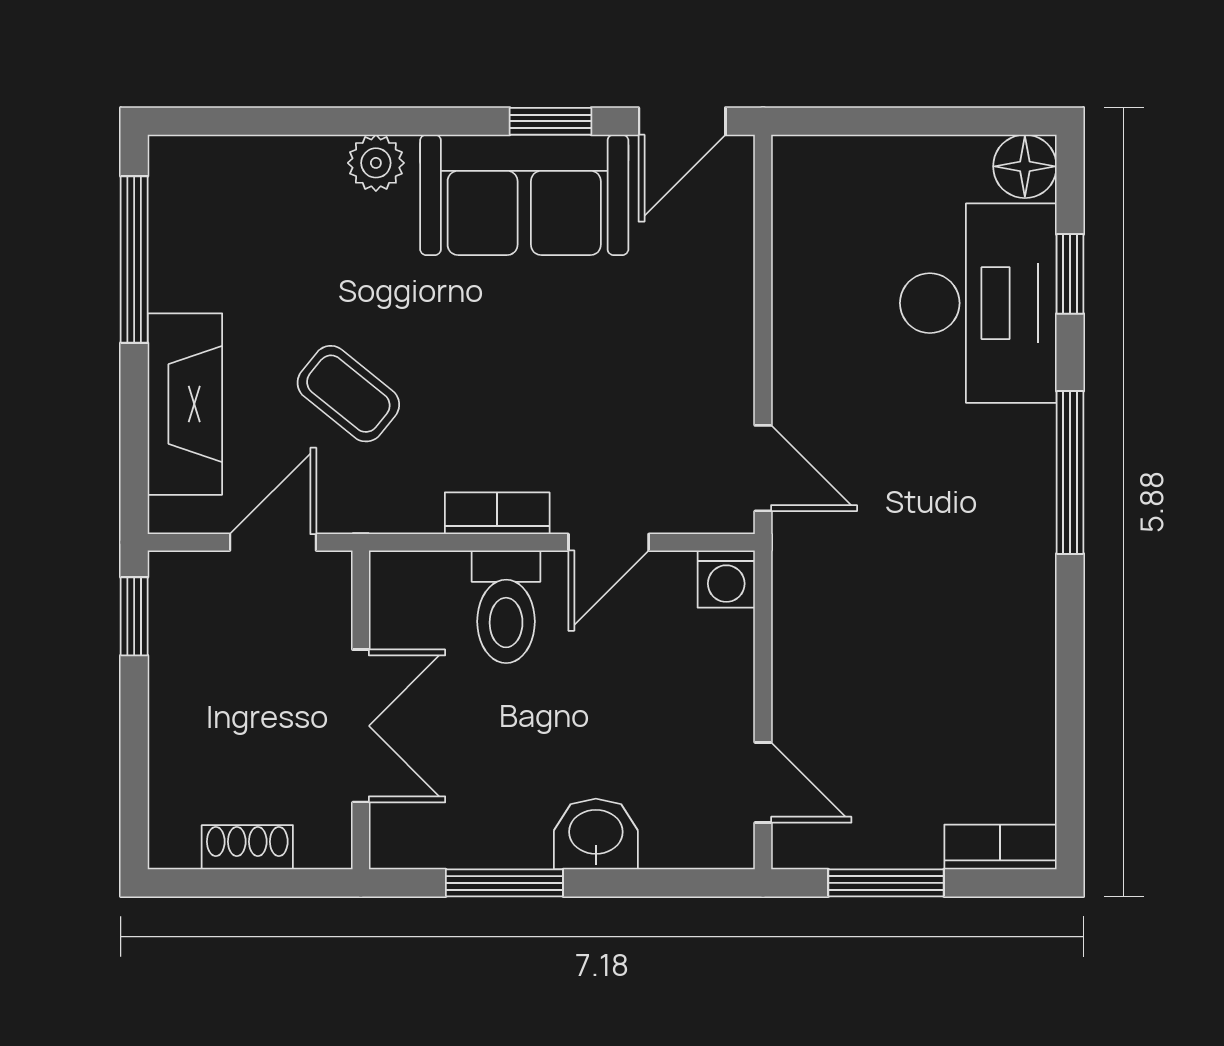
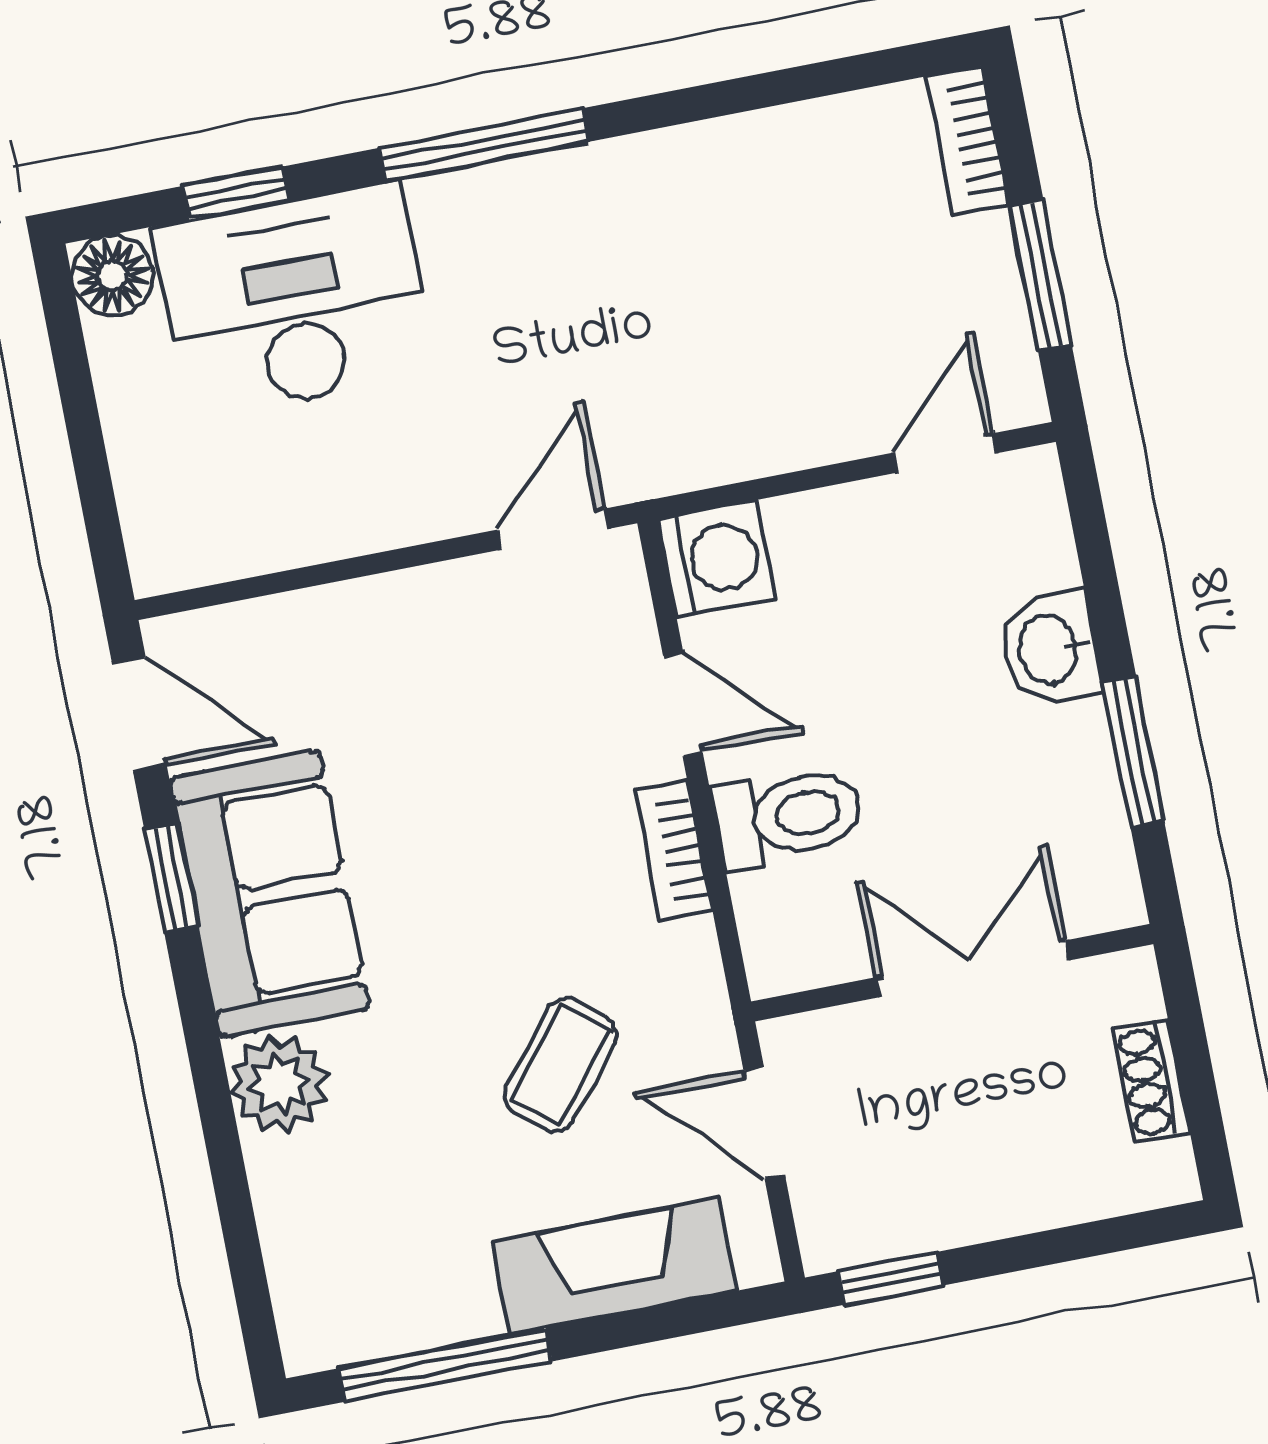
plant: (376, 163) -> (279, 1084), width x1.38, depth x1.38
washing machine: (726, 579) -> (716, 559), width x1.38, depth x1.38

